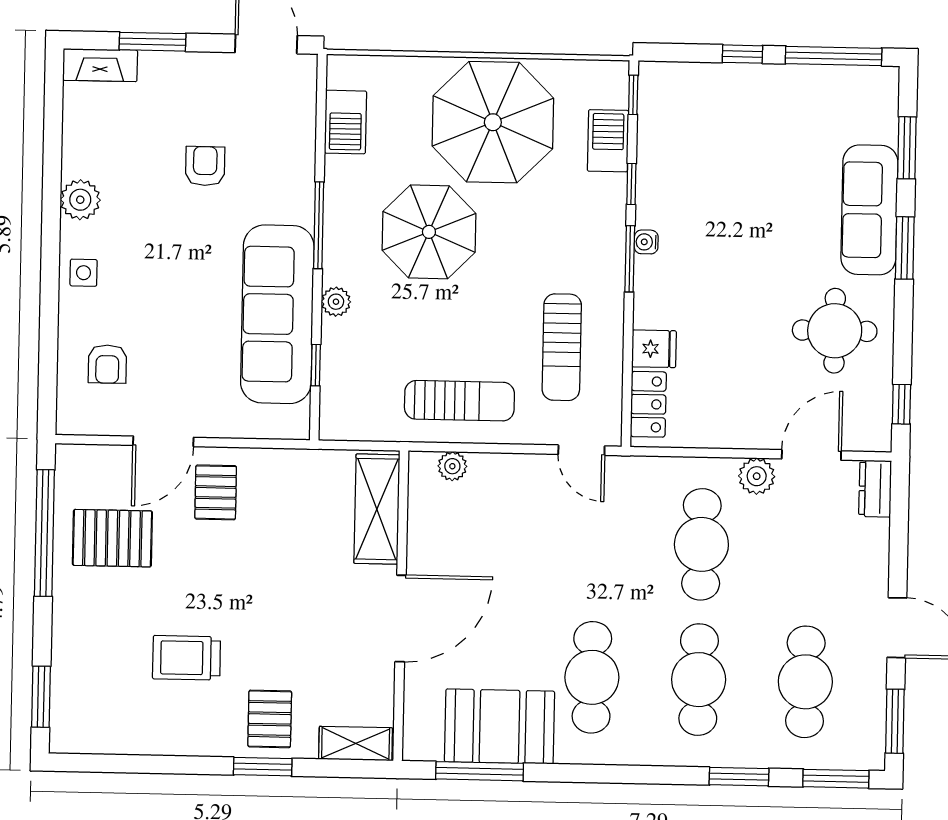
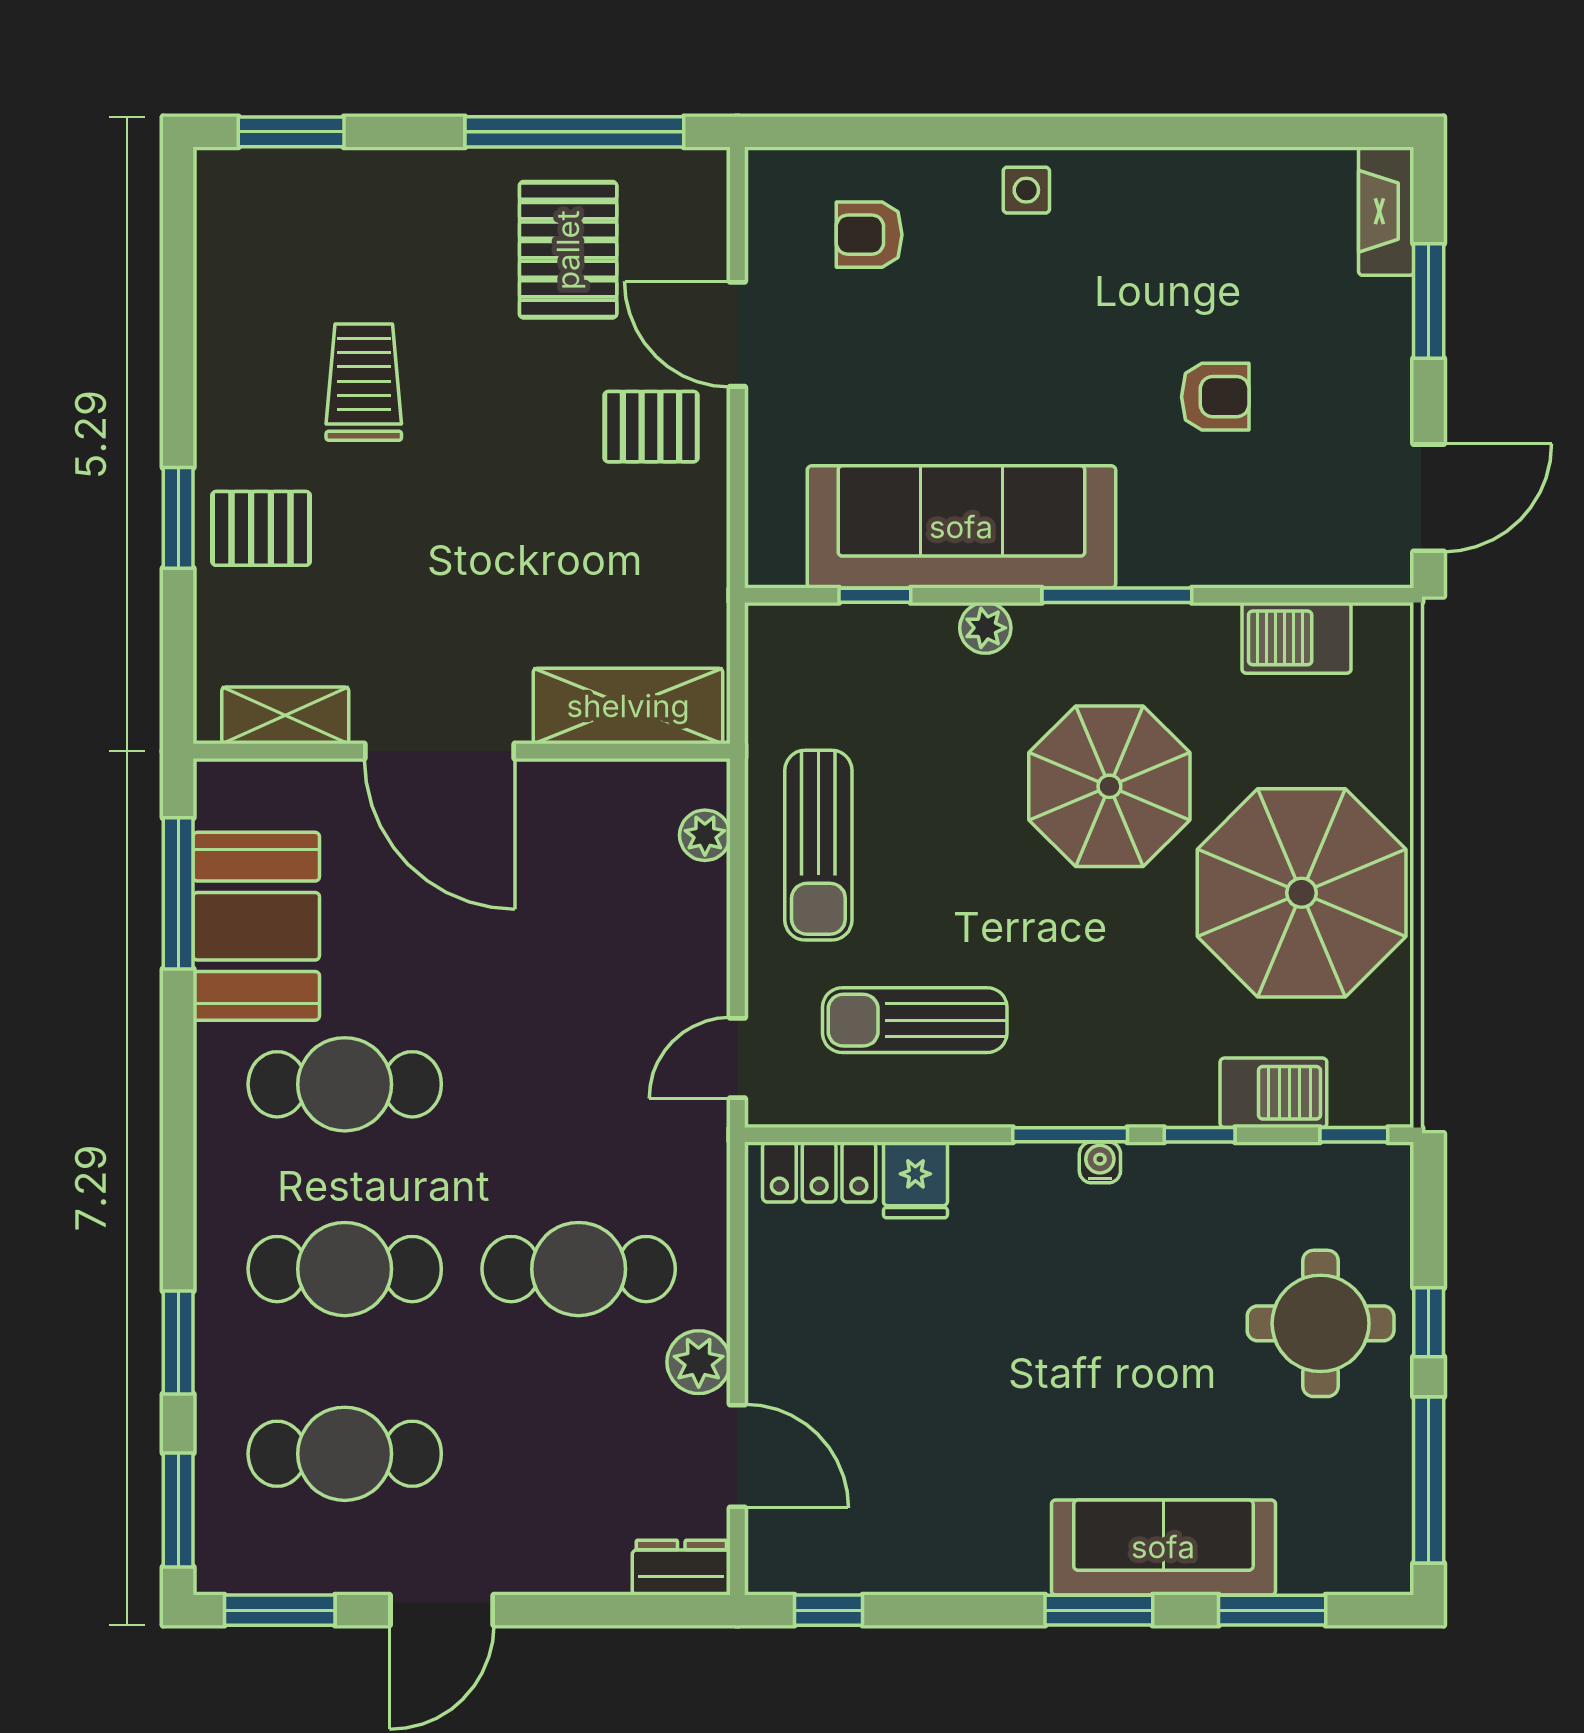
plant: (80, 200) -> (1152, 182), removed
round table: (835, 331) -> (1321, 1323), moved
shelving: (356, 743) -> (285, 715), moved, turned 90

